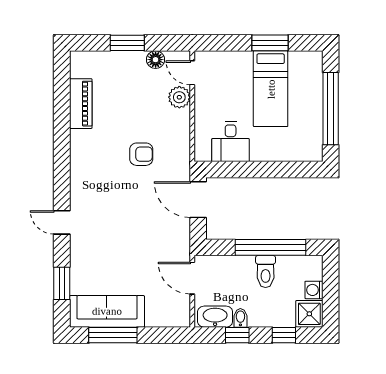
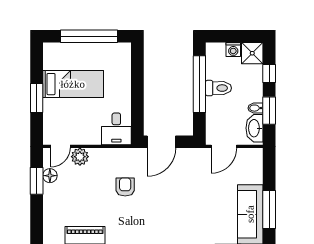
window: (127, 43) -> (37, 181), moved
window: (270, 43) -> (37, 98), moved
desk: (231, 142) -> (116, 129), moved, turned 90
window: (237, 335) -> (269, 111), width x1.50

